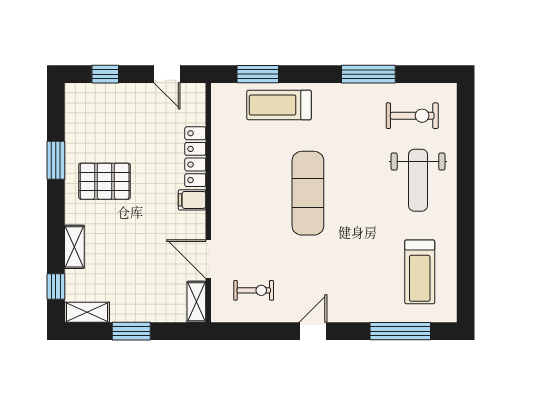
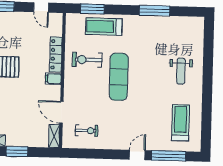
exercise bike: (412, 116) -> (87, 60), moved, turned 180
weight bench: (418, 180) -> (181, 71), width x0.73, depth x0.75
treadmill: (420, 272) -> (180, 123), turned 180
door: (313, 331) -> (137, 155), moved

